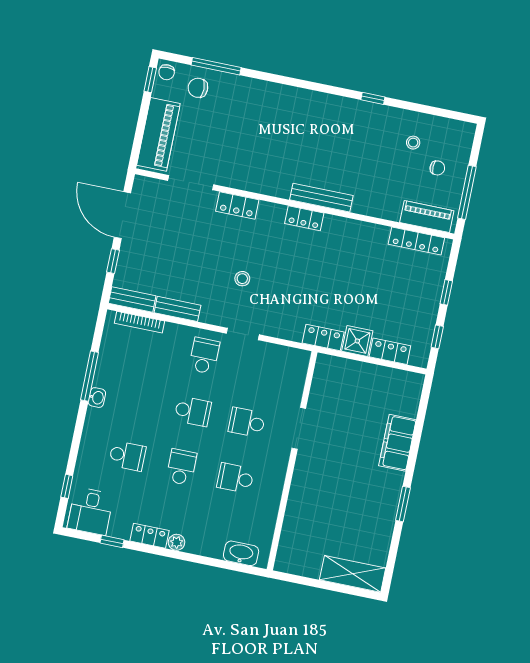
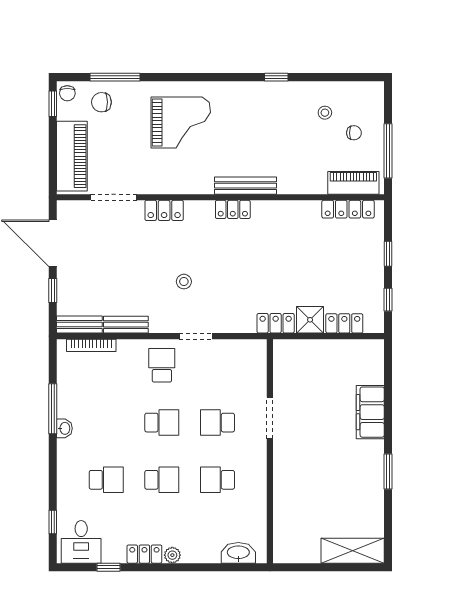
grand piano: (271, 123) -> (181, 123), added
school desk: (181, 467) -> (162, 480), turned 90

